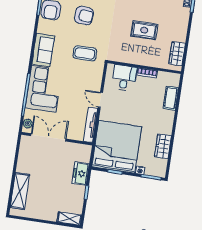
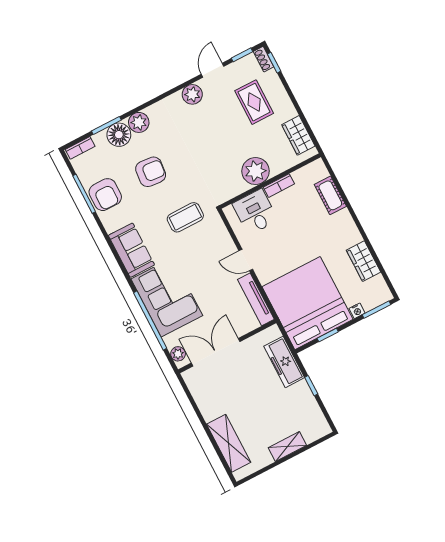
rug: (144, 30) -> (254, 102), moved, turned 90
plant: (140, 56) -> (256, 171), added
freezer: (81, 174) -> (284, 362), width x1.40
shelving: (69, 219) -> (287, 446), moved

